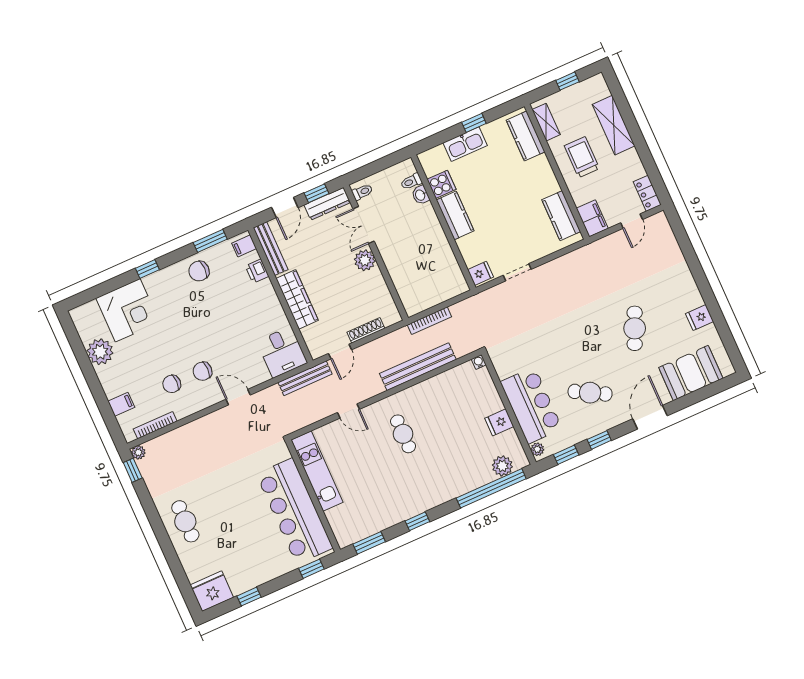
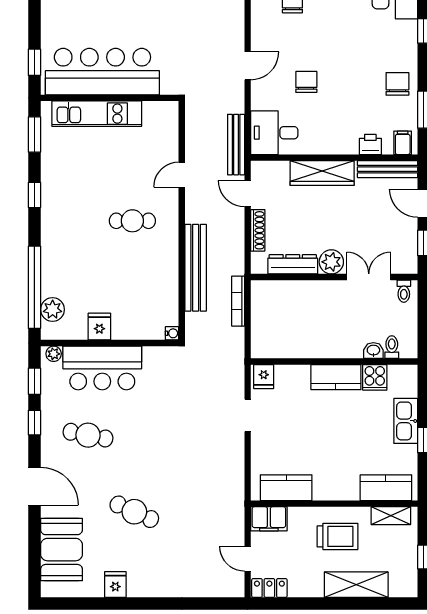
dresser: (327, 204) -> (293, 264), moved, turned 90
chair: (202, 371) -> (306, 82), moved
cafe table: (590, 393) -> (88, 435), turned 72
kitchen unit: (317, 471) -> (97, 114), moved

